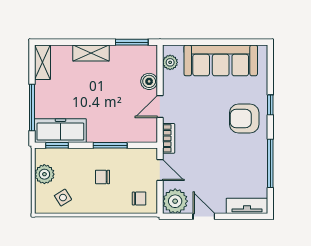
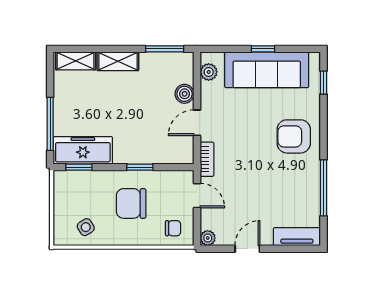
window: (218, 42) -> (263, 49), added
shelving: (42, 62) -> (76, 61), moved, turned 90
window: (270, 105) -> (324, 83), moved
window: (110, 145) -> (140, 167), width x0.67
plant: (44, 174) -> (64, 200), removed
chair: (103, 177) -> (131, 203), width x1.87, depth x1.87
plant: (175, 201) -> (208, 238), width x0.53, depth x0.53
door: (204, 216) -> (247, 249), hinge flipped

